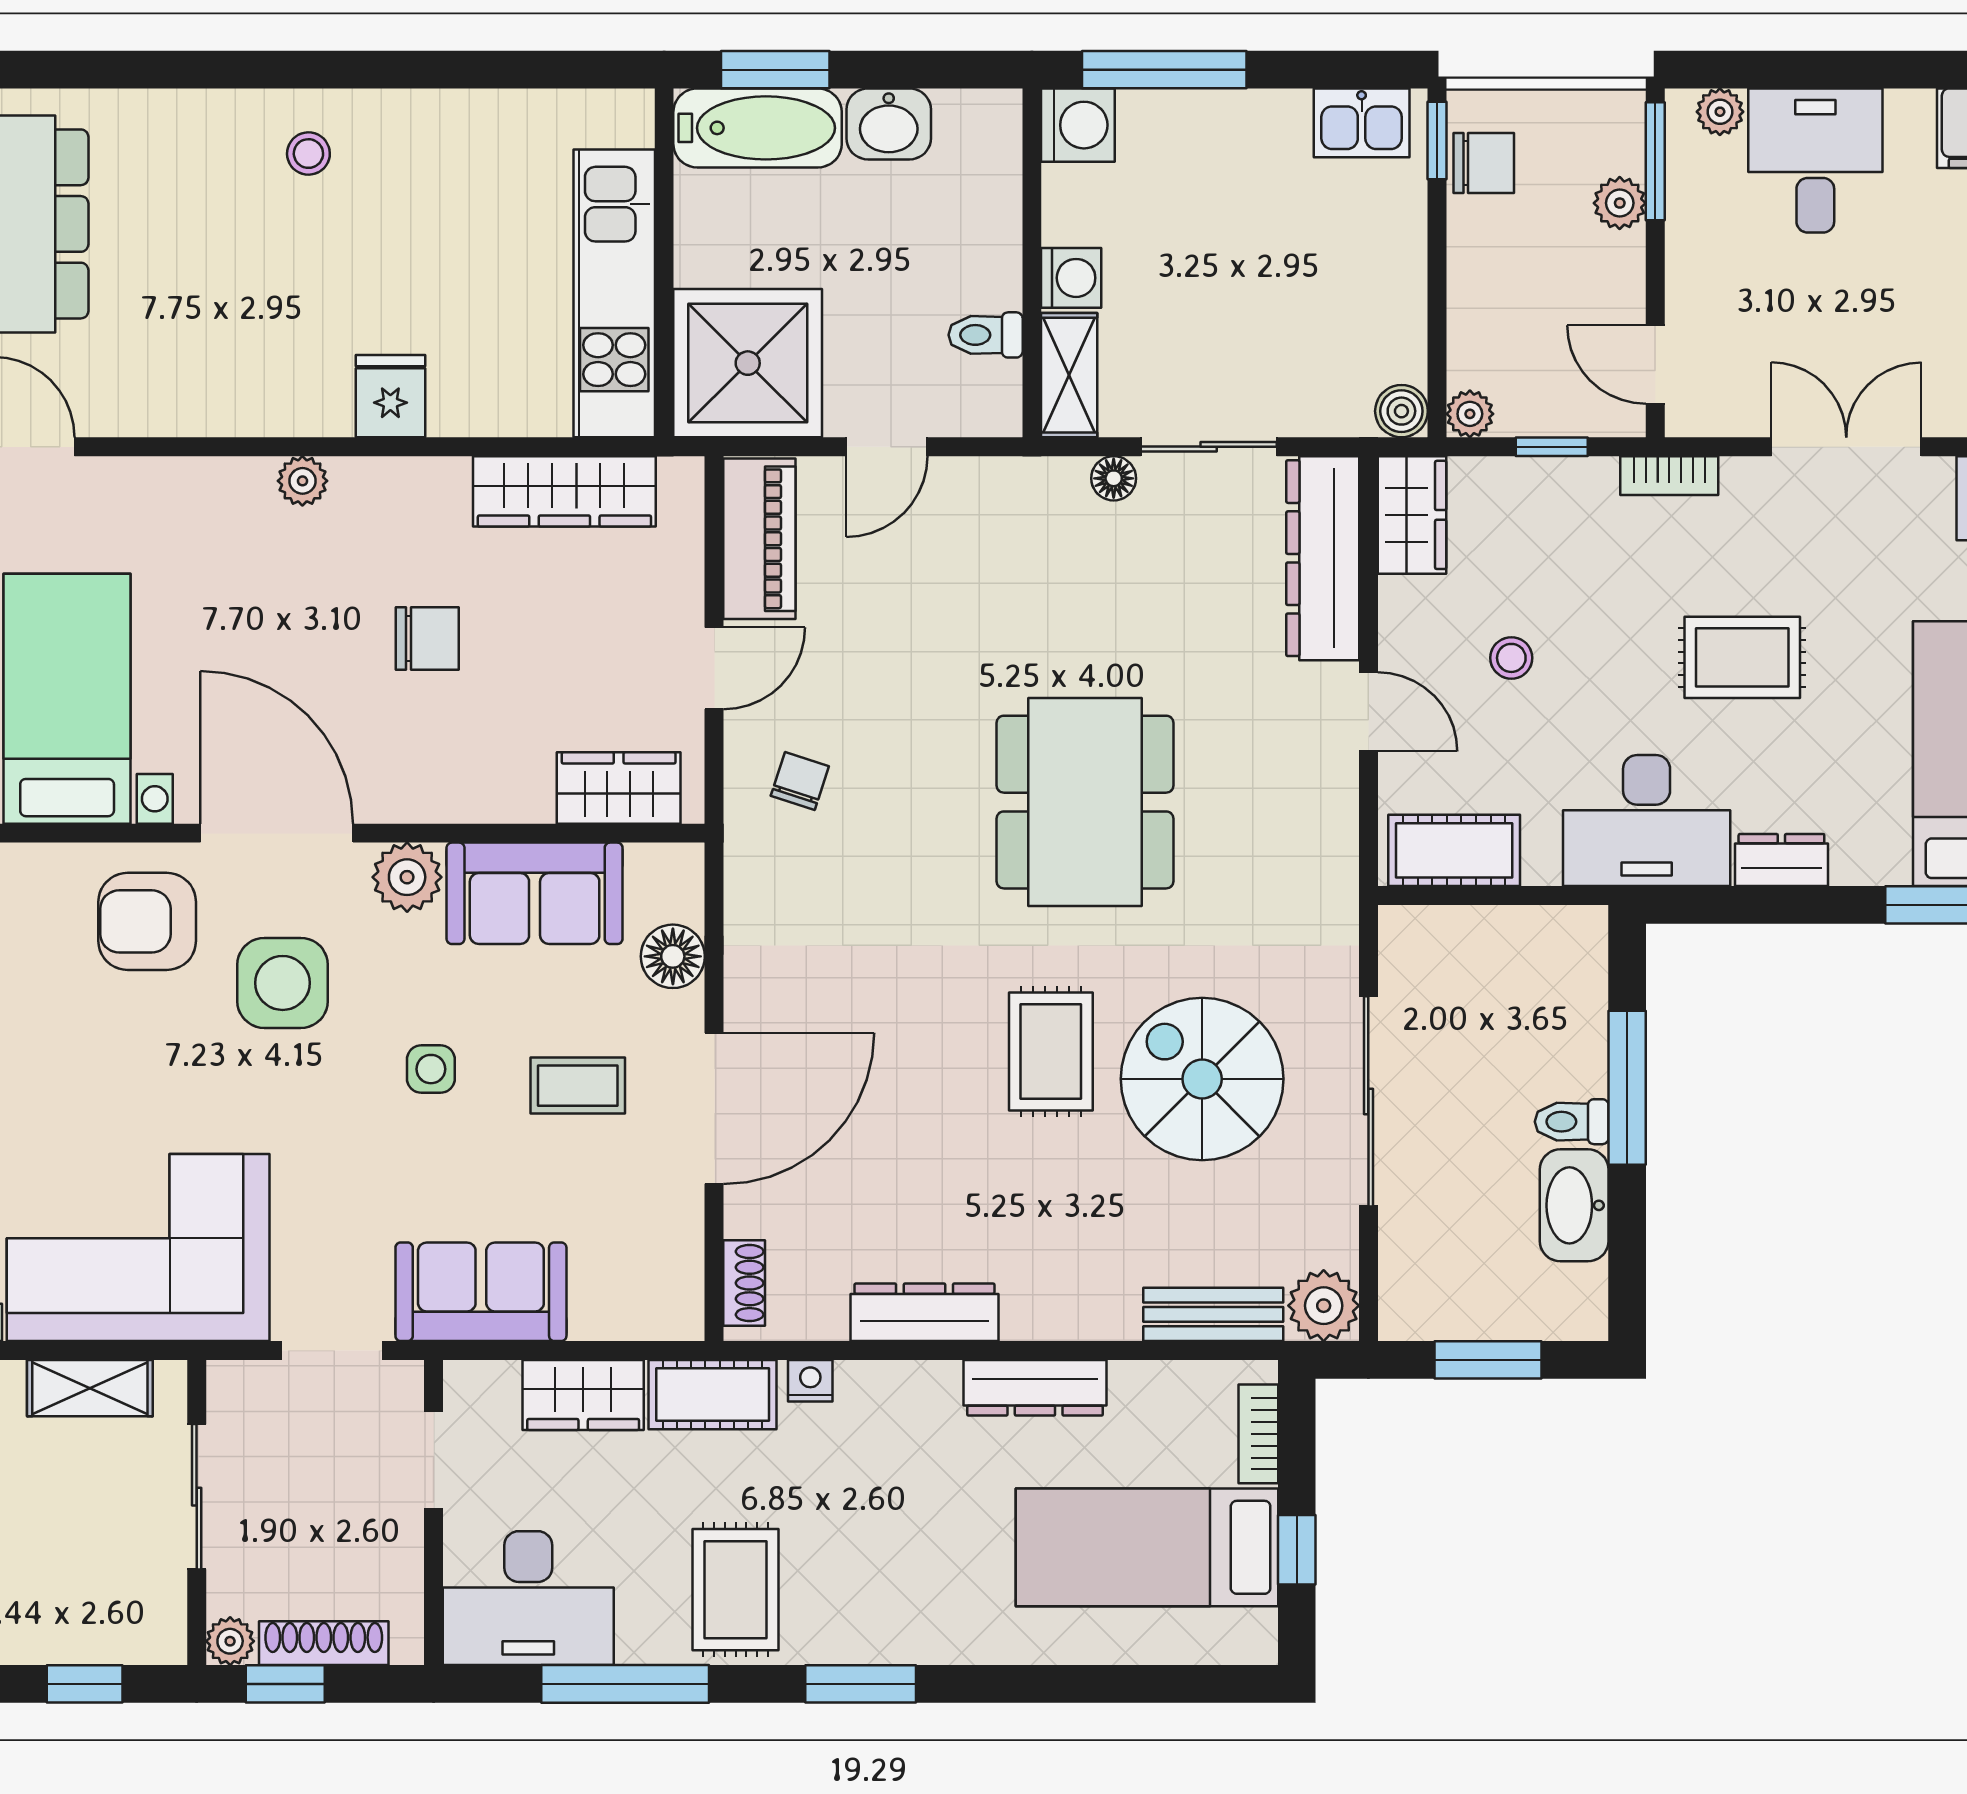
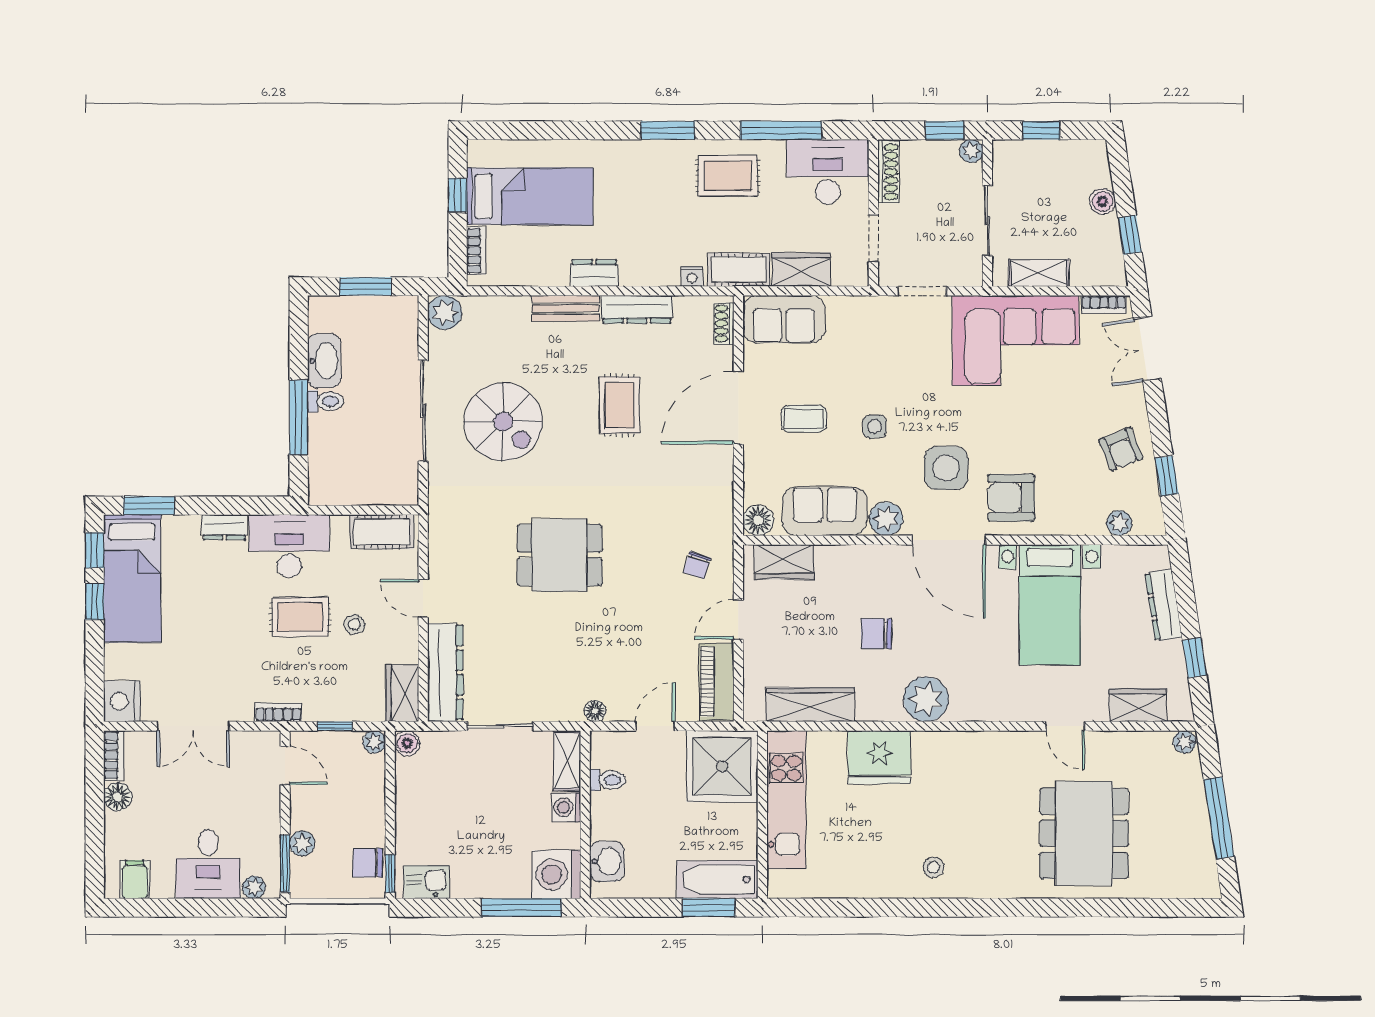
washbasin: (889, 124) -> (607, 861), moved, turned 90
washing machine: (1078, 125) -> (556, 874), width x1.37, depth x1.37
fridge: (390, 396) -> (879, 757), width x1.88, depth x1.34
floor lamp: (1114, 478) -> (595, 711), moved
plant: (302, 481) -> (926, 699), width x1.87, depth x1.87
rug: (1742, 657) -> (300, 617), moved
dining table: (1085, 802) -> (560, 555), width x0.73
armchair: (147, 921) -> (1011, 498), turned 180
floor lamp: (673, 956) -> (758, 520), moved
rug: (1051, 1052) -> (619, 405), moved
sofa: (481, 1292) -> (784, 319), moved
bench: (1213, 1314) -> (565, 308), moved
dresser: (1035, 1388) -> (594, 273), width x0.70
rug: (736, 1590) -> (728, 176), turned 90
shoe rack: (324, 1643) -> (888, 172), moved, turned -90

